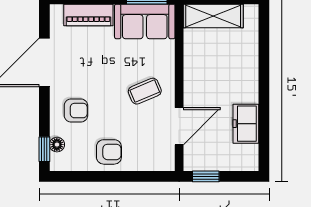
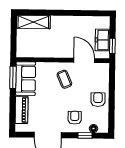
shelving: (213, 16) -> (33, 22), moved, turned 90
freezer: (246, 124) -> (102, 40), moved, turned 90
window: (44, 149) -> (85, 135), moved

